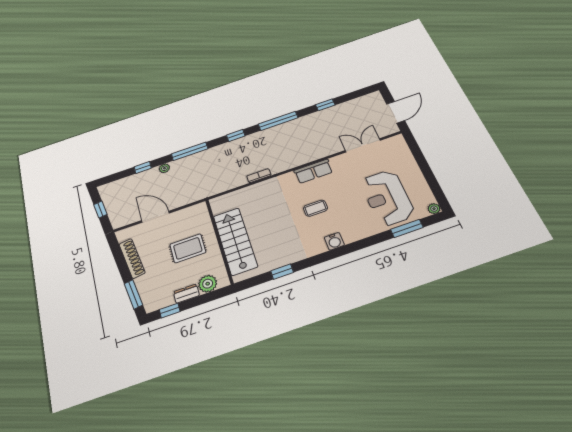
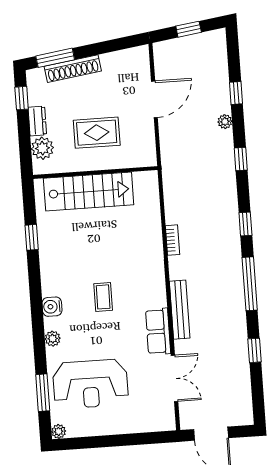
window: (190, 151) -> (241, 159), width x0.46
bench: (310, 157) -> (180, 310), added
row of seats: (313, 171) -> (158, 331), moved
reception desk: (387, 198) -> (90, 384), turned 180
plant: (360, 234) -> (53, 339), added
rug: (188, 248) -> (97, 133), turned 90
shoe rack: (132, 258) -> (73, 69), moved

